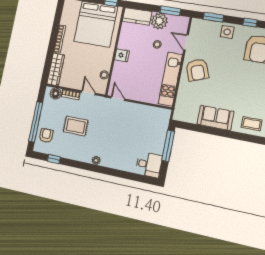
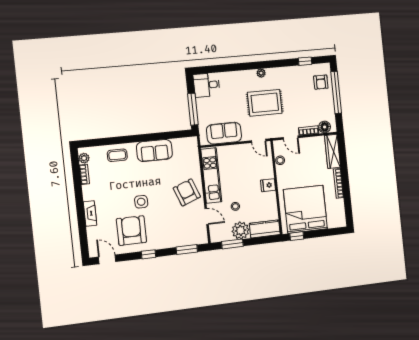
side table: (227, 32) -> (141, 202), moved
sofa: (147, 115) -> (224, 133), added
rug: (76, 126) -> (265, 103), moved, width x1.36, depth x1.43

